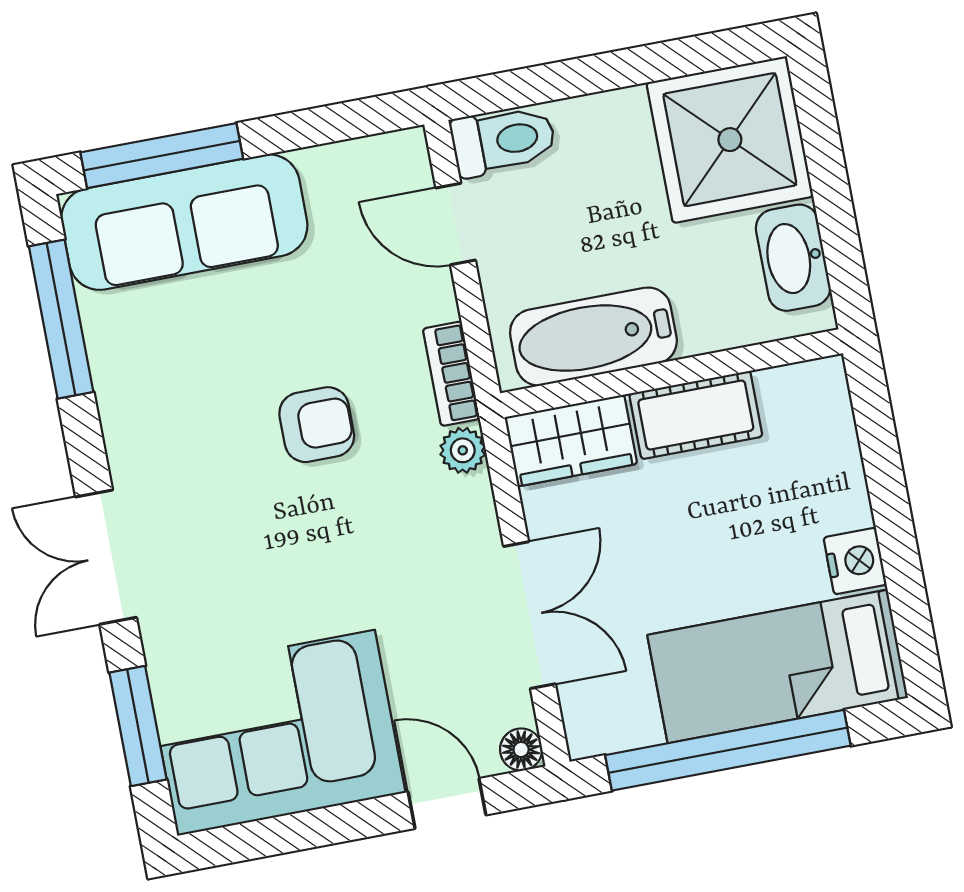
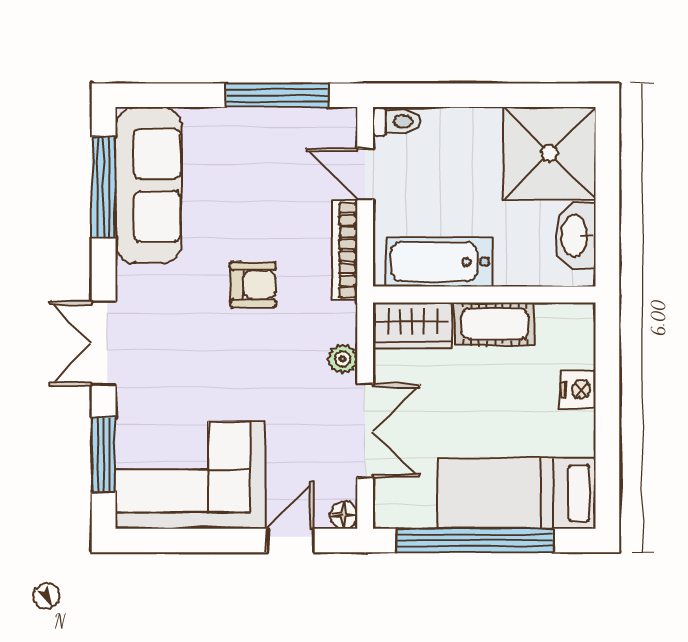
toilet: (503, 141) -> (396, 121), width x0.73, depth x0.72
window: (162, 156) -> (277, 95), moved
sofa: (184, 222) -> (148, 185), moved, turned -90
bookcase: (451, 374) -> (345, 250), width x1.56
plant: (463, 450) -> (343, 359), moved
nightstand: (855, 561) -> (578, 390), moved
door: (447, 803) -> (290, 540), hinge flipped

